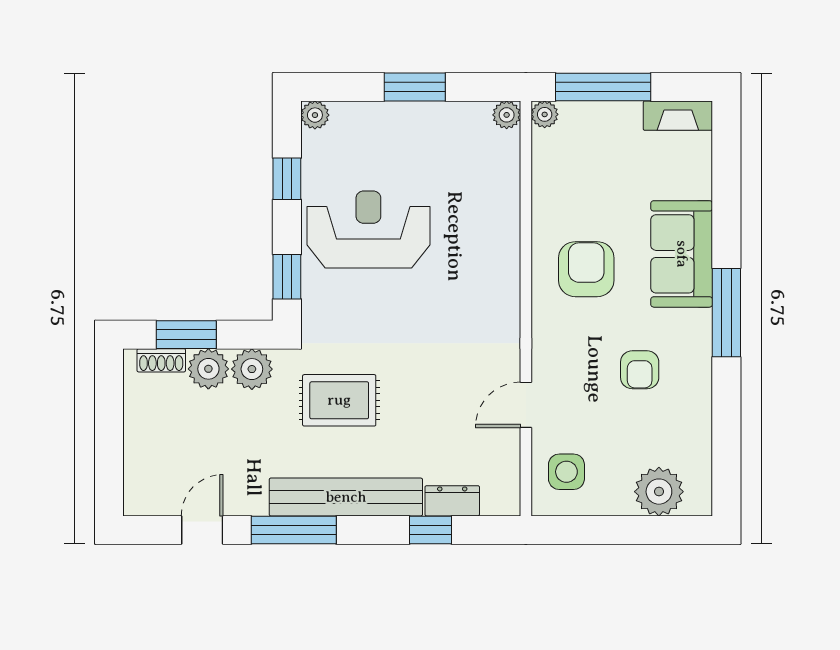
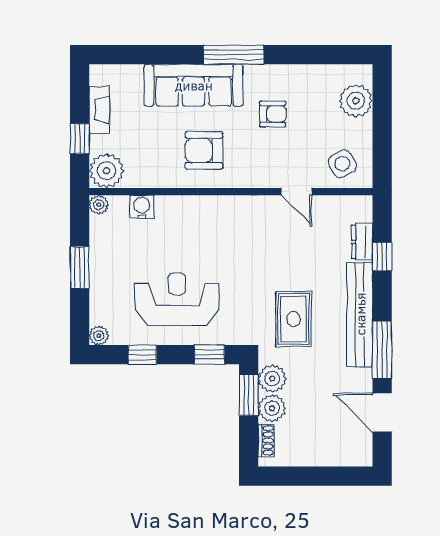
window: (603, 87) -> (80, 139), width x0.46
plant: (545, 114) -> (106, 171), width x1.87, depth x1.87
fireplace: (678, 116) -> (99, 110), moved
water cooler: (503, 178) -> (142, 207), added
reception desk: (368, 230) -> (177, 299), turned 90
sofa: (682, 254) -> (194, 85), width x1.36
window: (186, 335) -> (249, 395), moved
side table: (566, 472) -> (342, 164), turned -30
door: (202, 530) -> (382, 413), width x1.38

